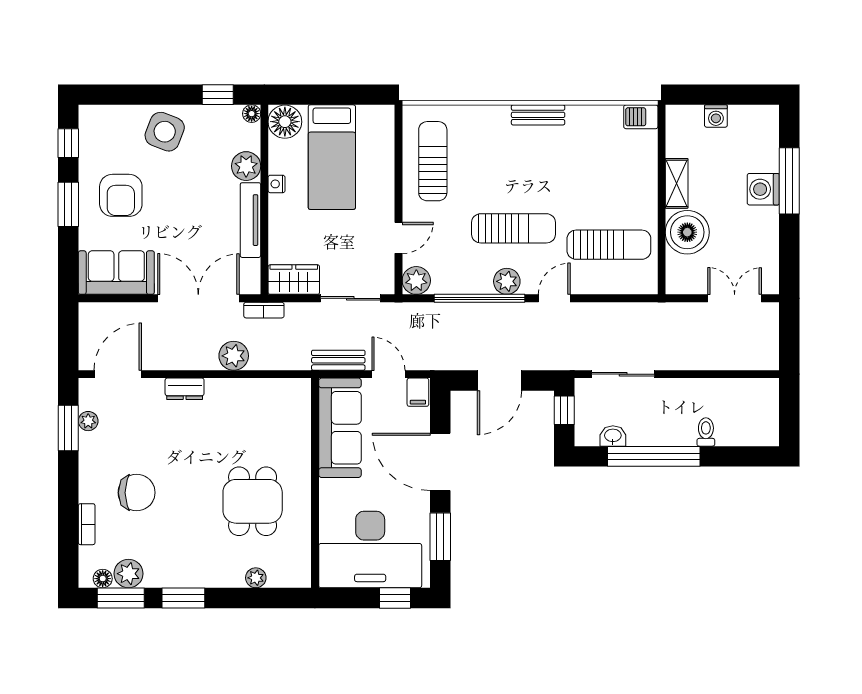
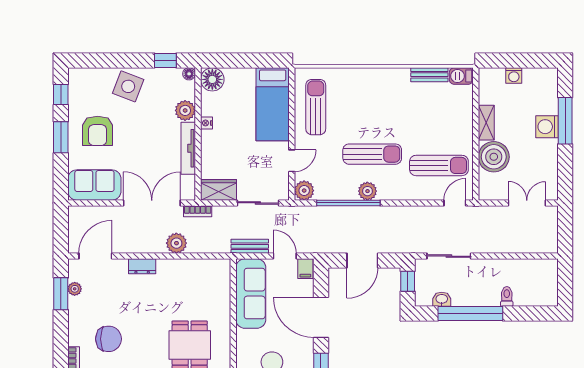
bench: (538, 115) -> (429, 75), moved
bed: (332, 157) -> (273, 104), moved
door: (554, 298) -> (455, 203), moved

